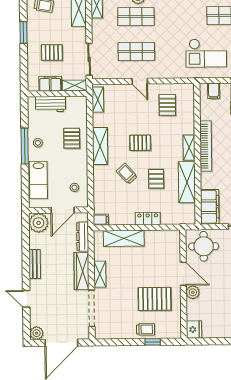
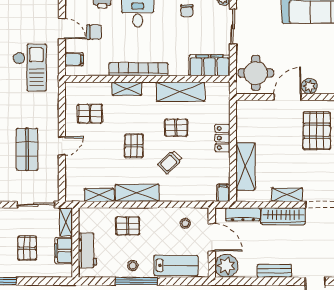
shelving: (98, 100) -> (99, 195), moved
shelving: (189, 148) -> (127, 89), moved

